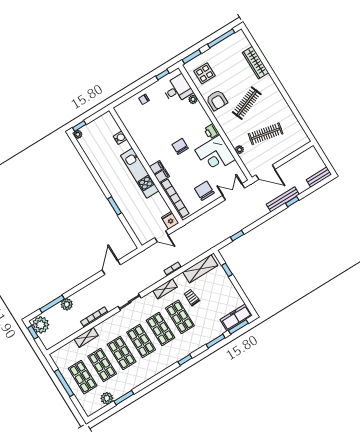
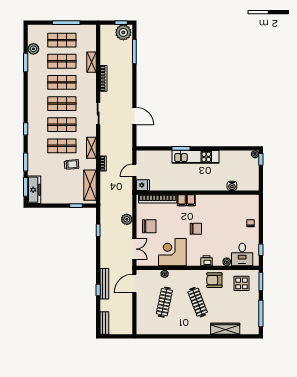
printer: (212, 131) -> (206, 261), moved
kitchen unit: (140, 173) -> (195, 157), moved, turned 180
plant: (67, 304) -> (127, 219), moved

